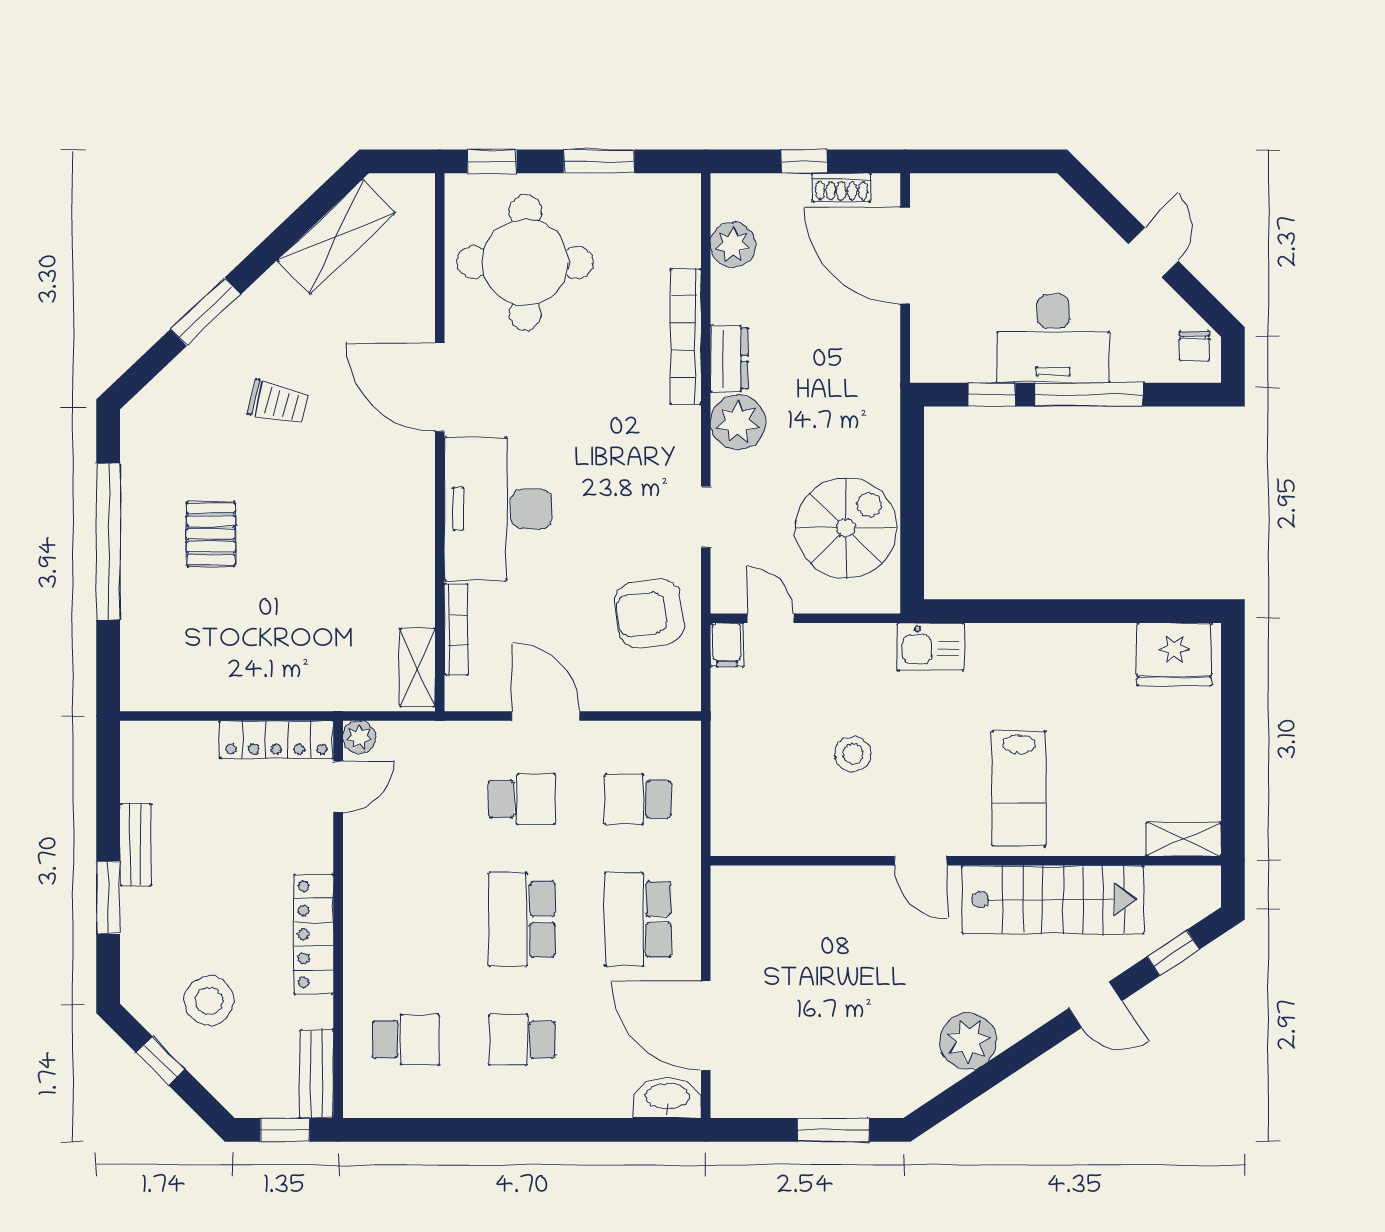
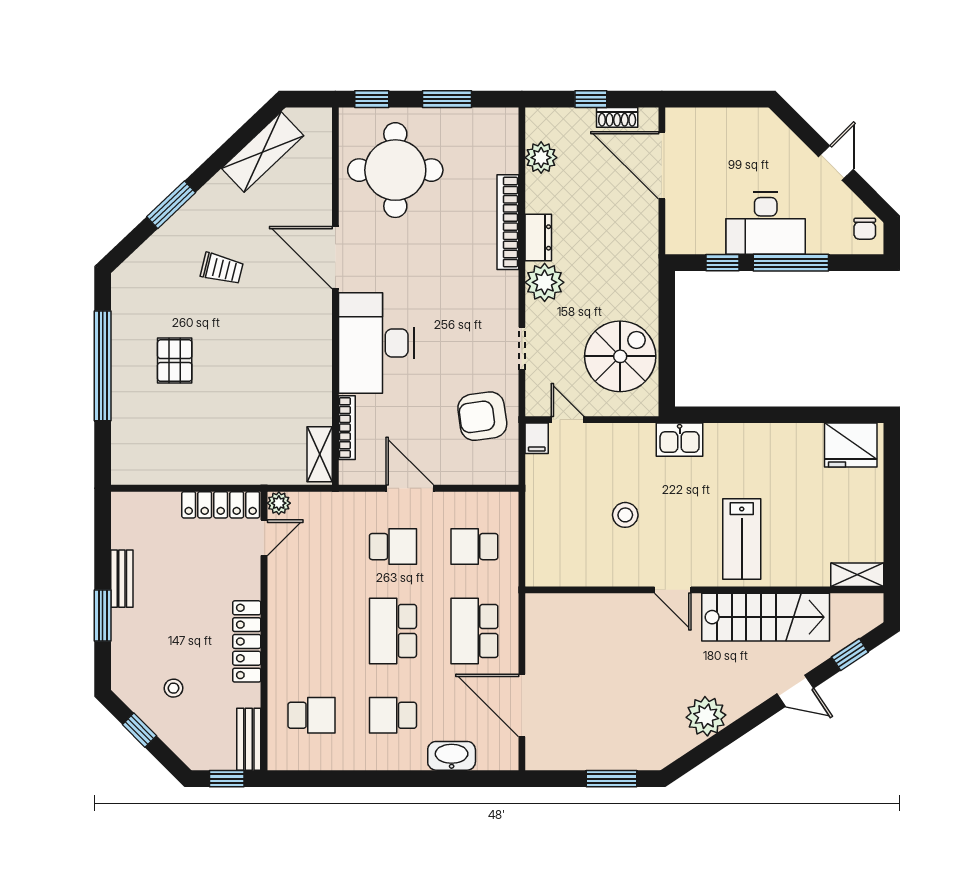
stool: (209, 1001) -> (174, 688), width x0.53, depth x0.53
washbasin: (667, 1097) -> (452, 756), moved

